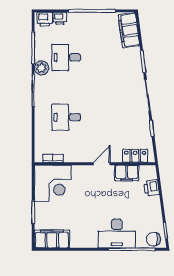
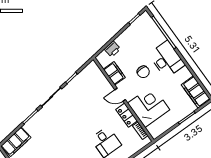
locker: (135, 156) -> (127, 115), moved
corner desk: (53, 183) -> (149, 106), moved
desk: (117, 233) -> (167, 59), moved
chair: (153, 239) -> (143, 72), moved

